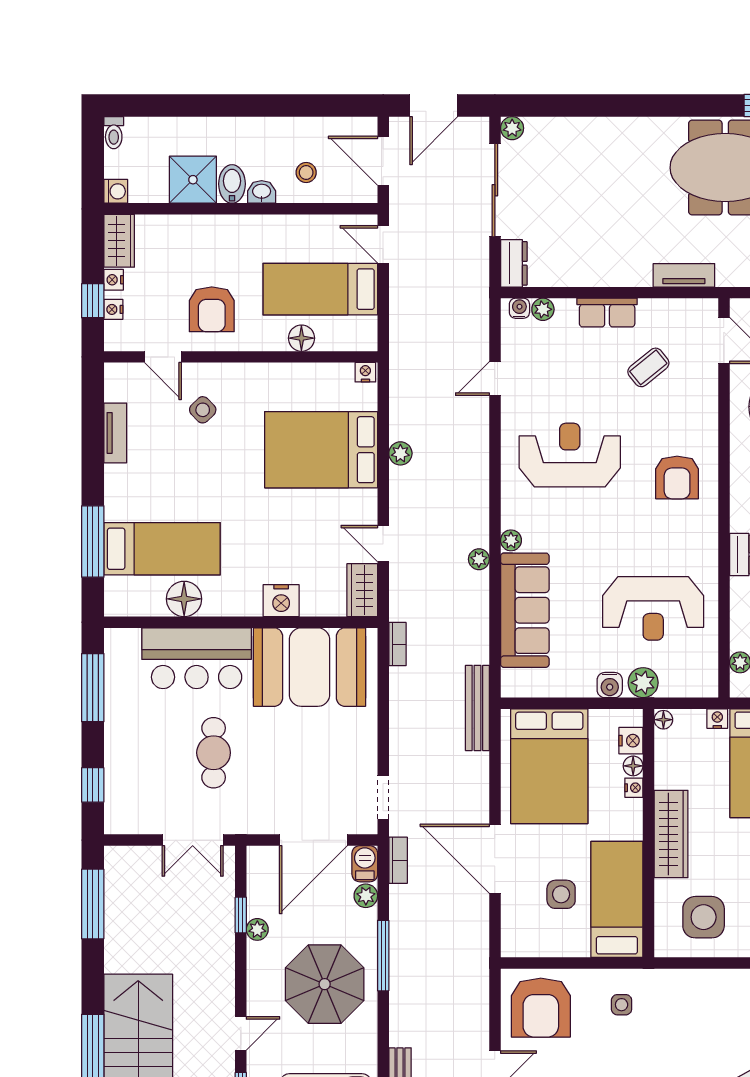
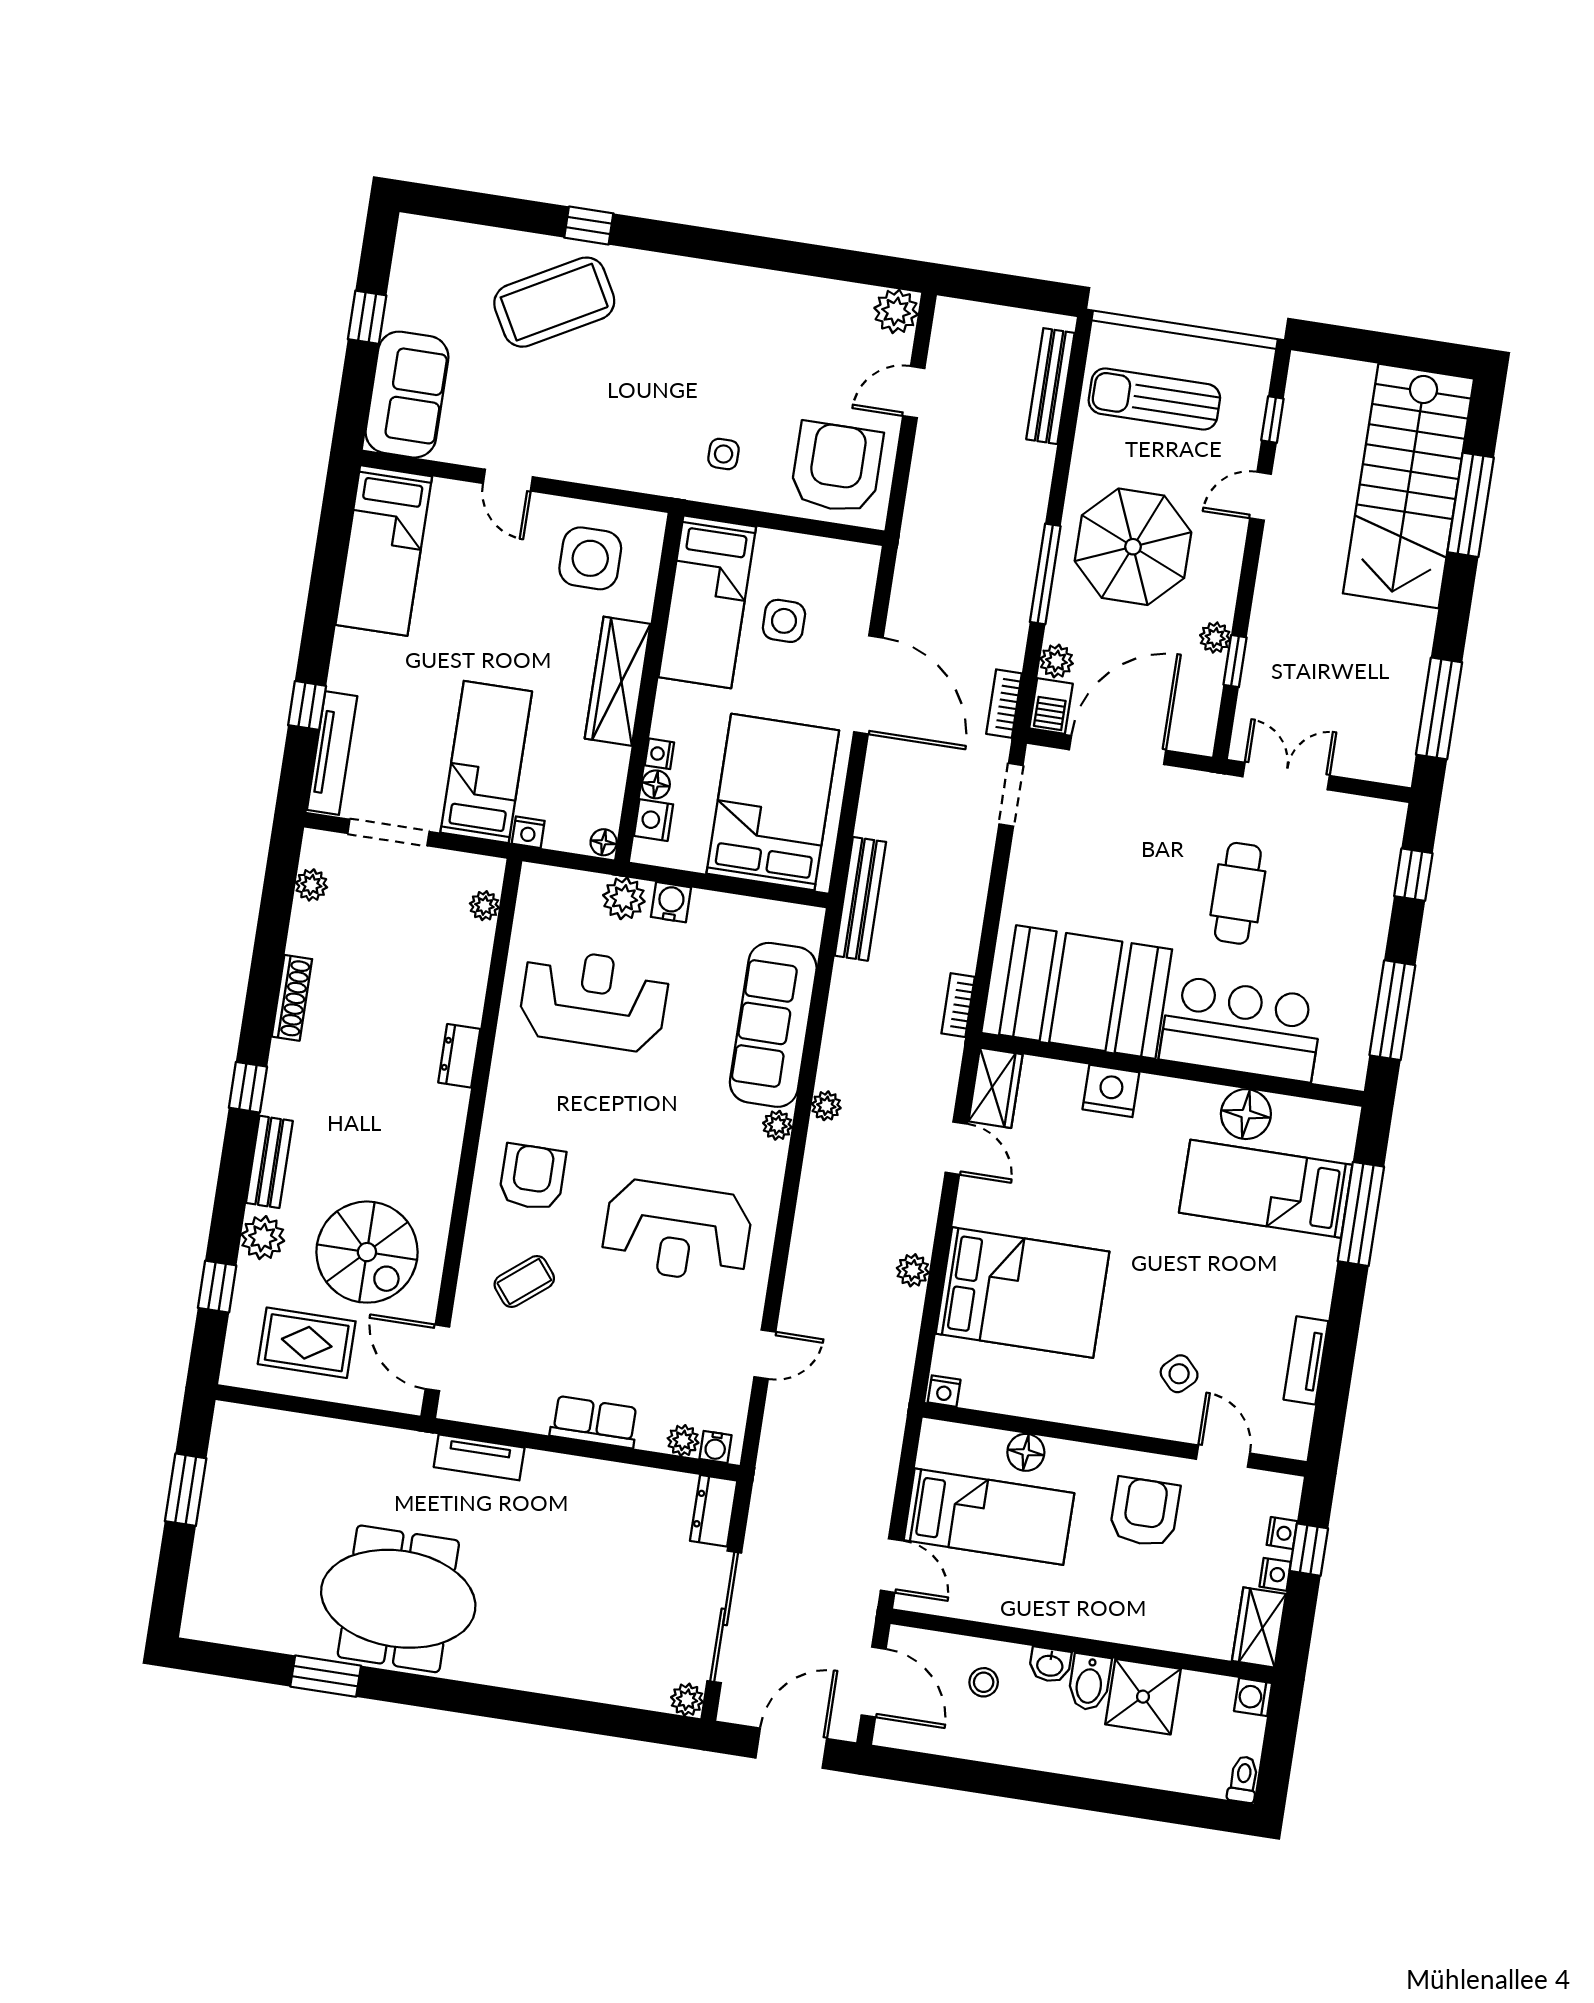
coffee table: (648, 367) -> (524, 1281), moved

